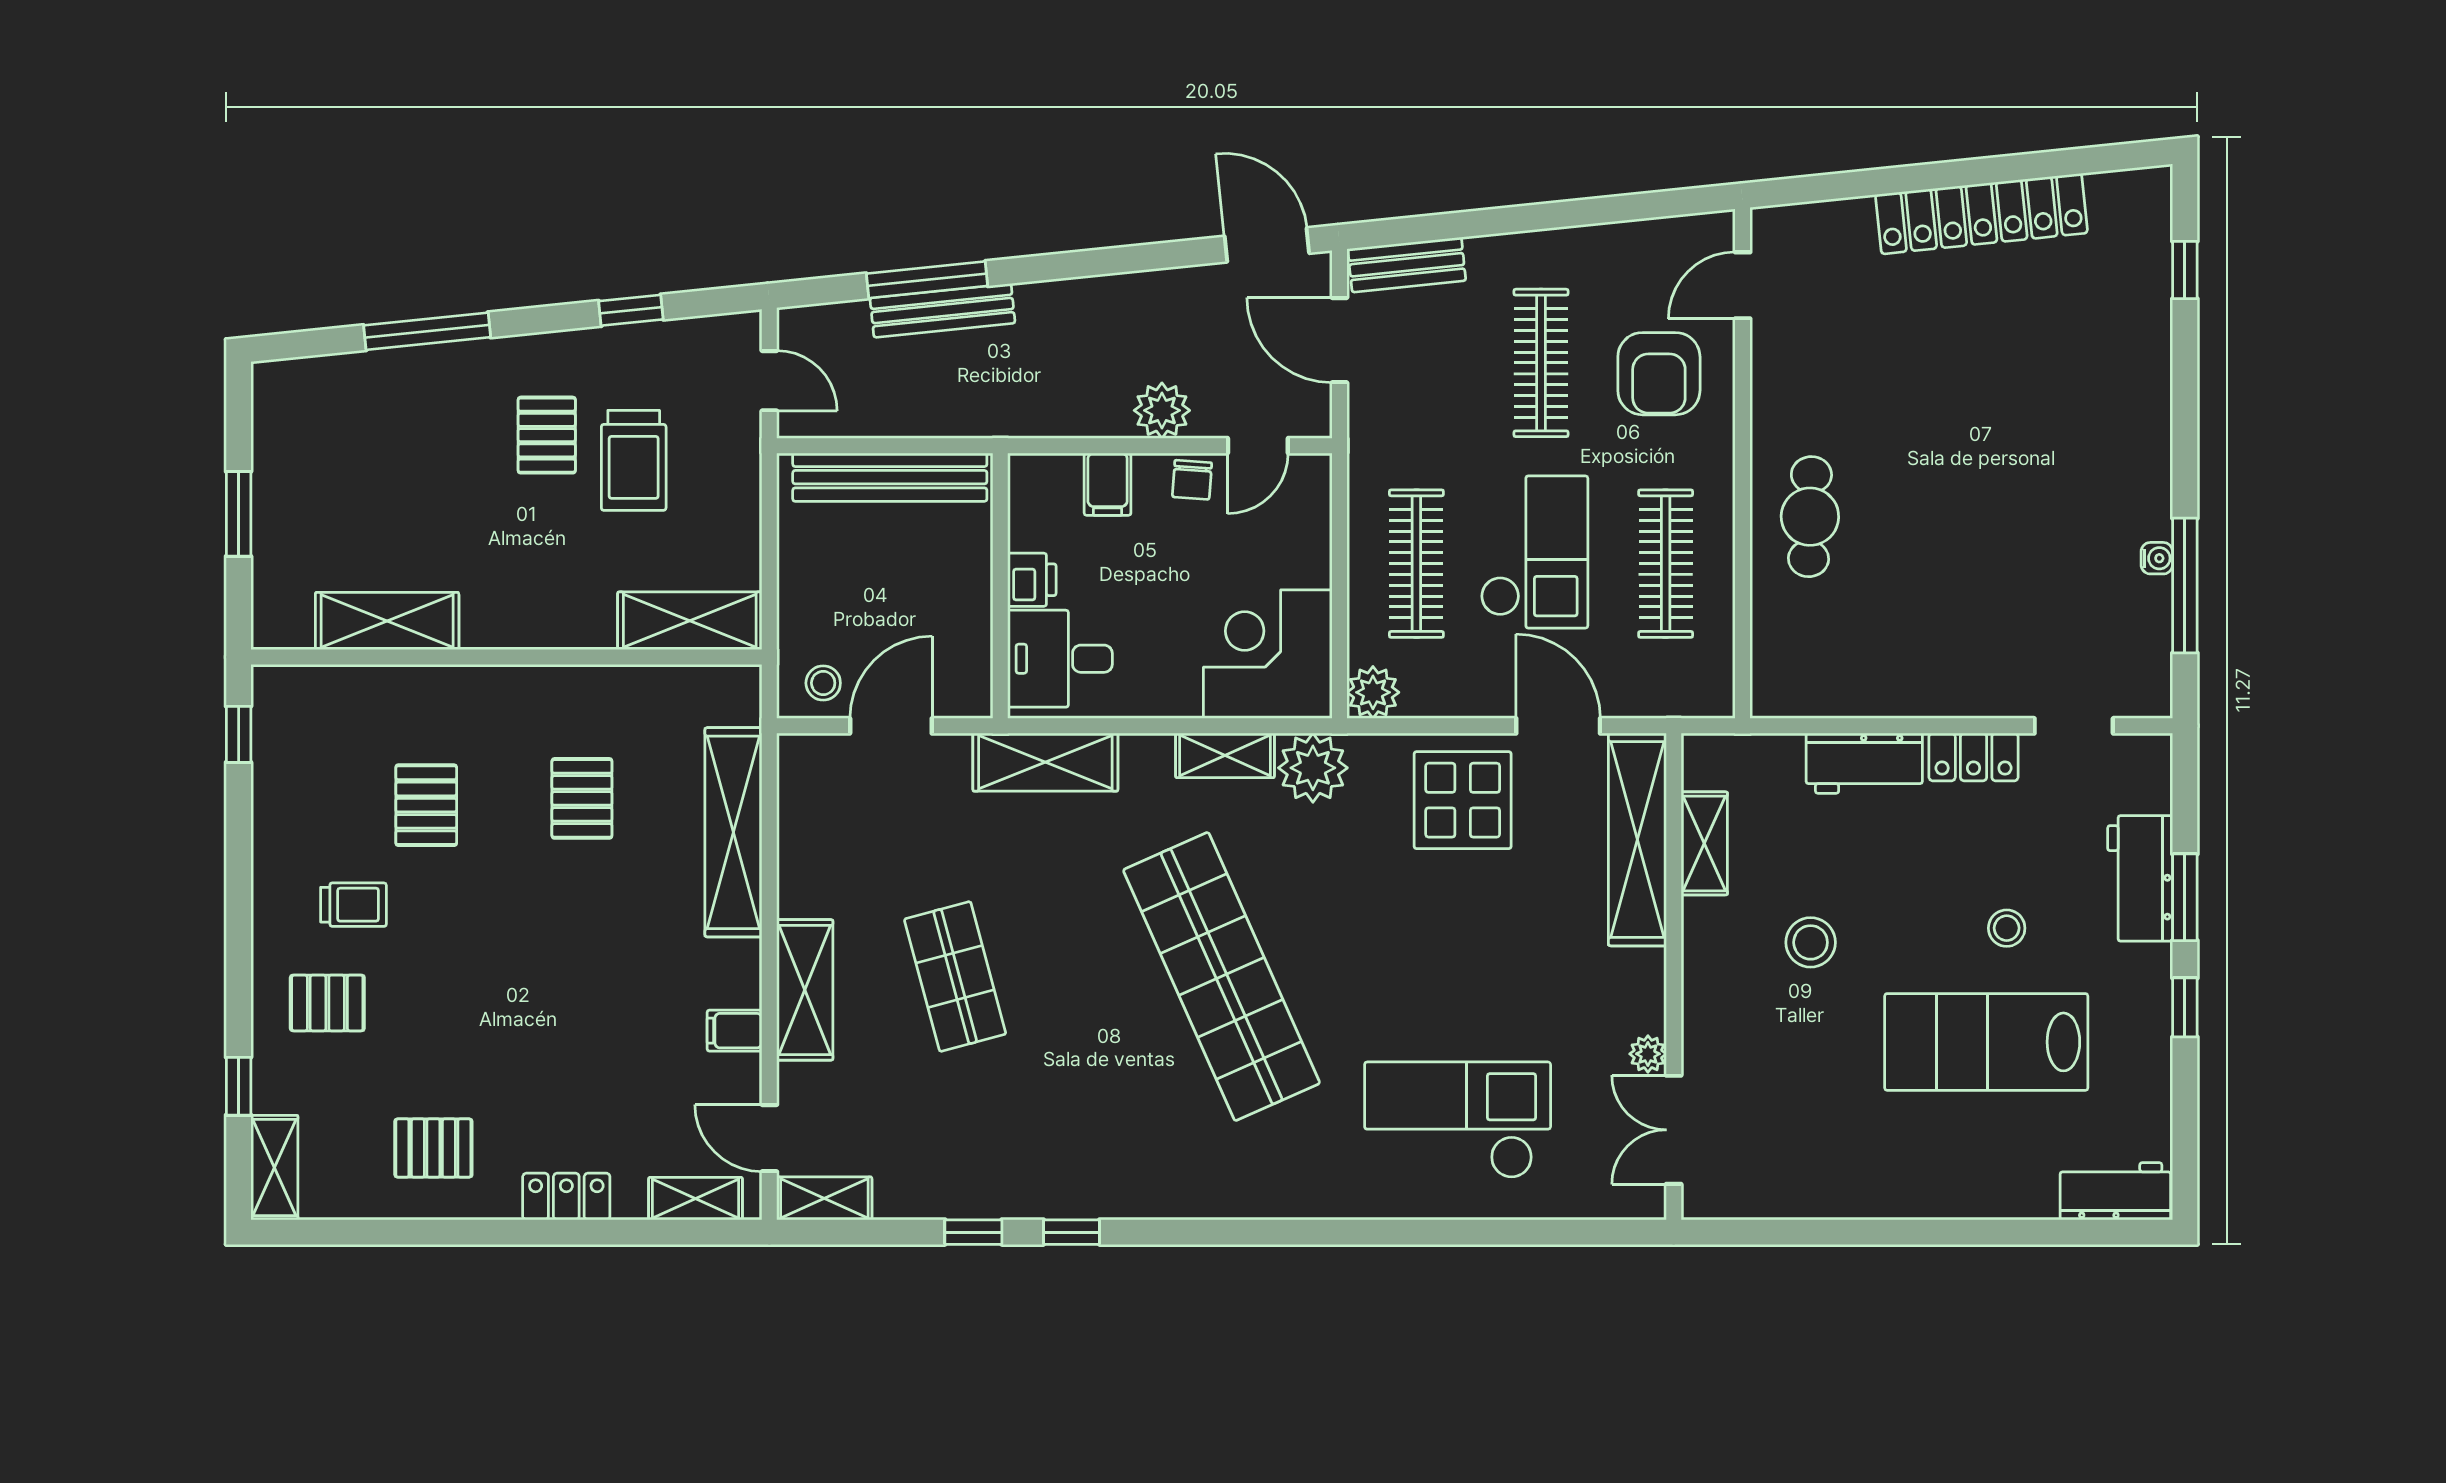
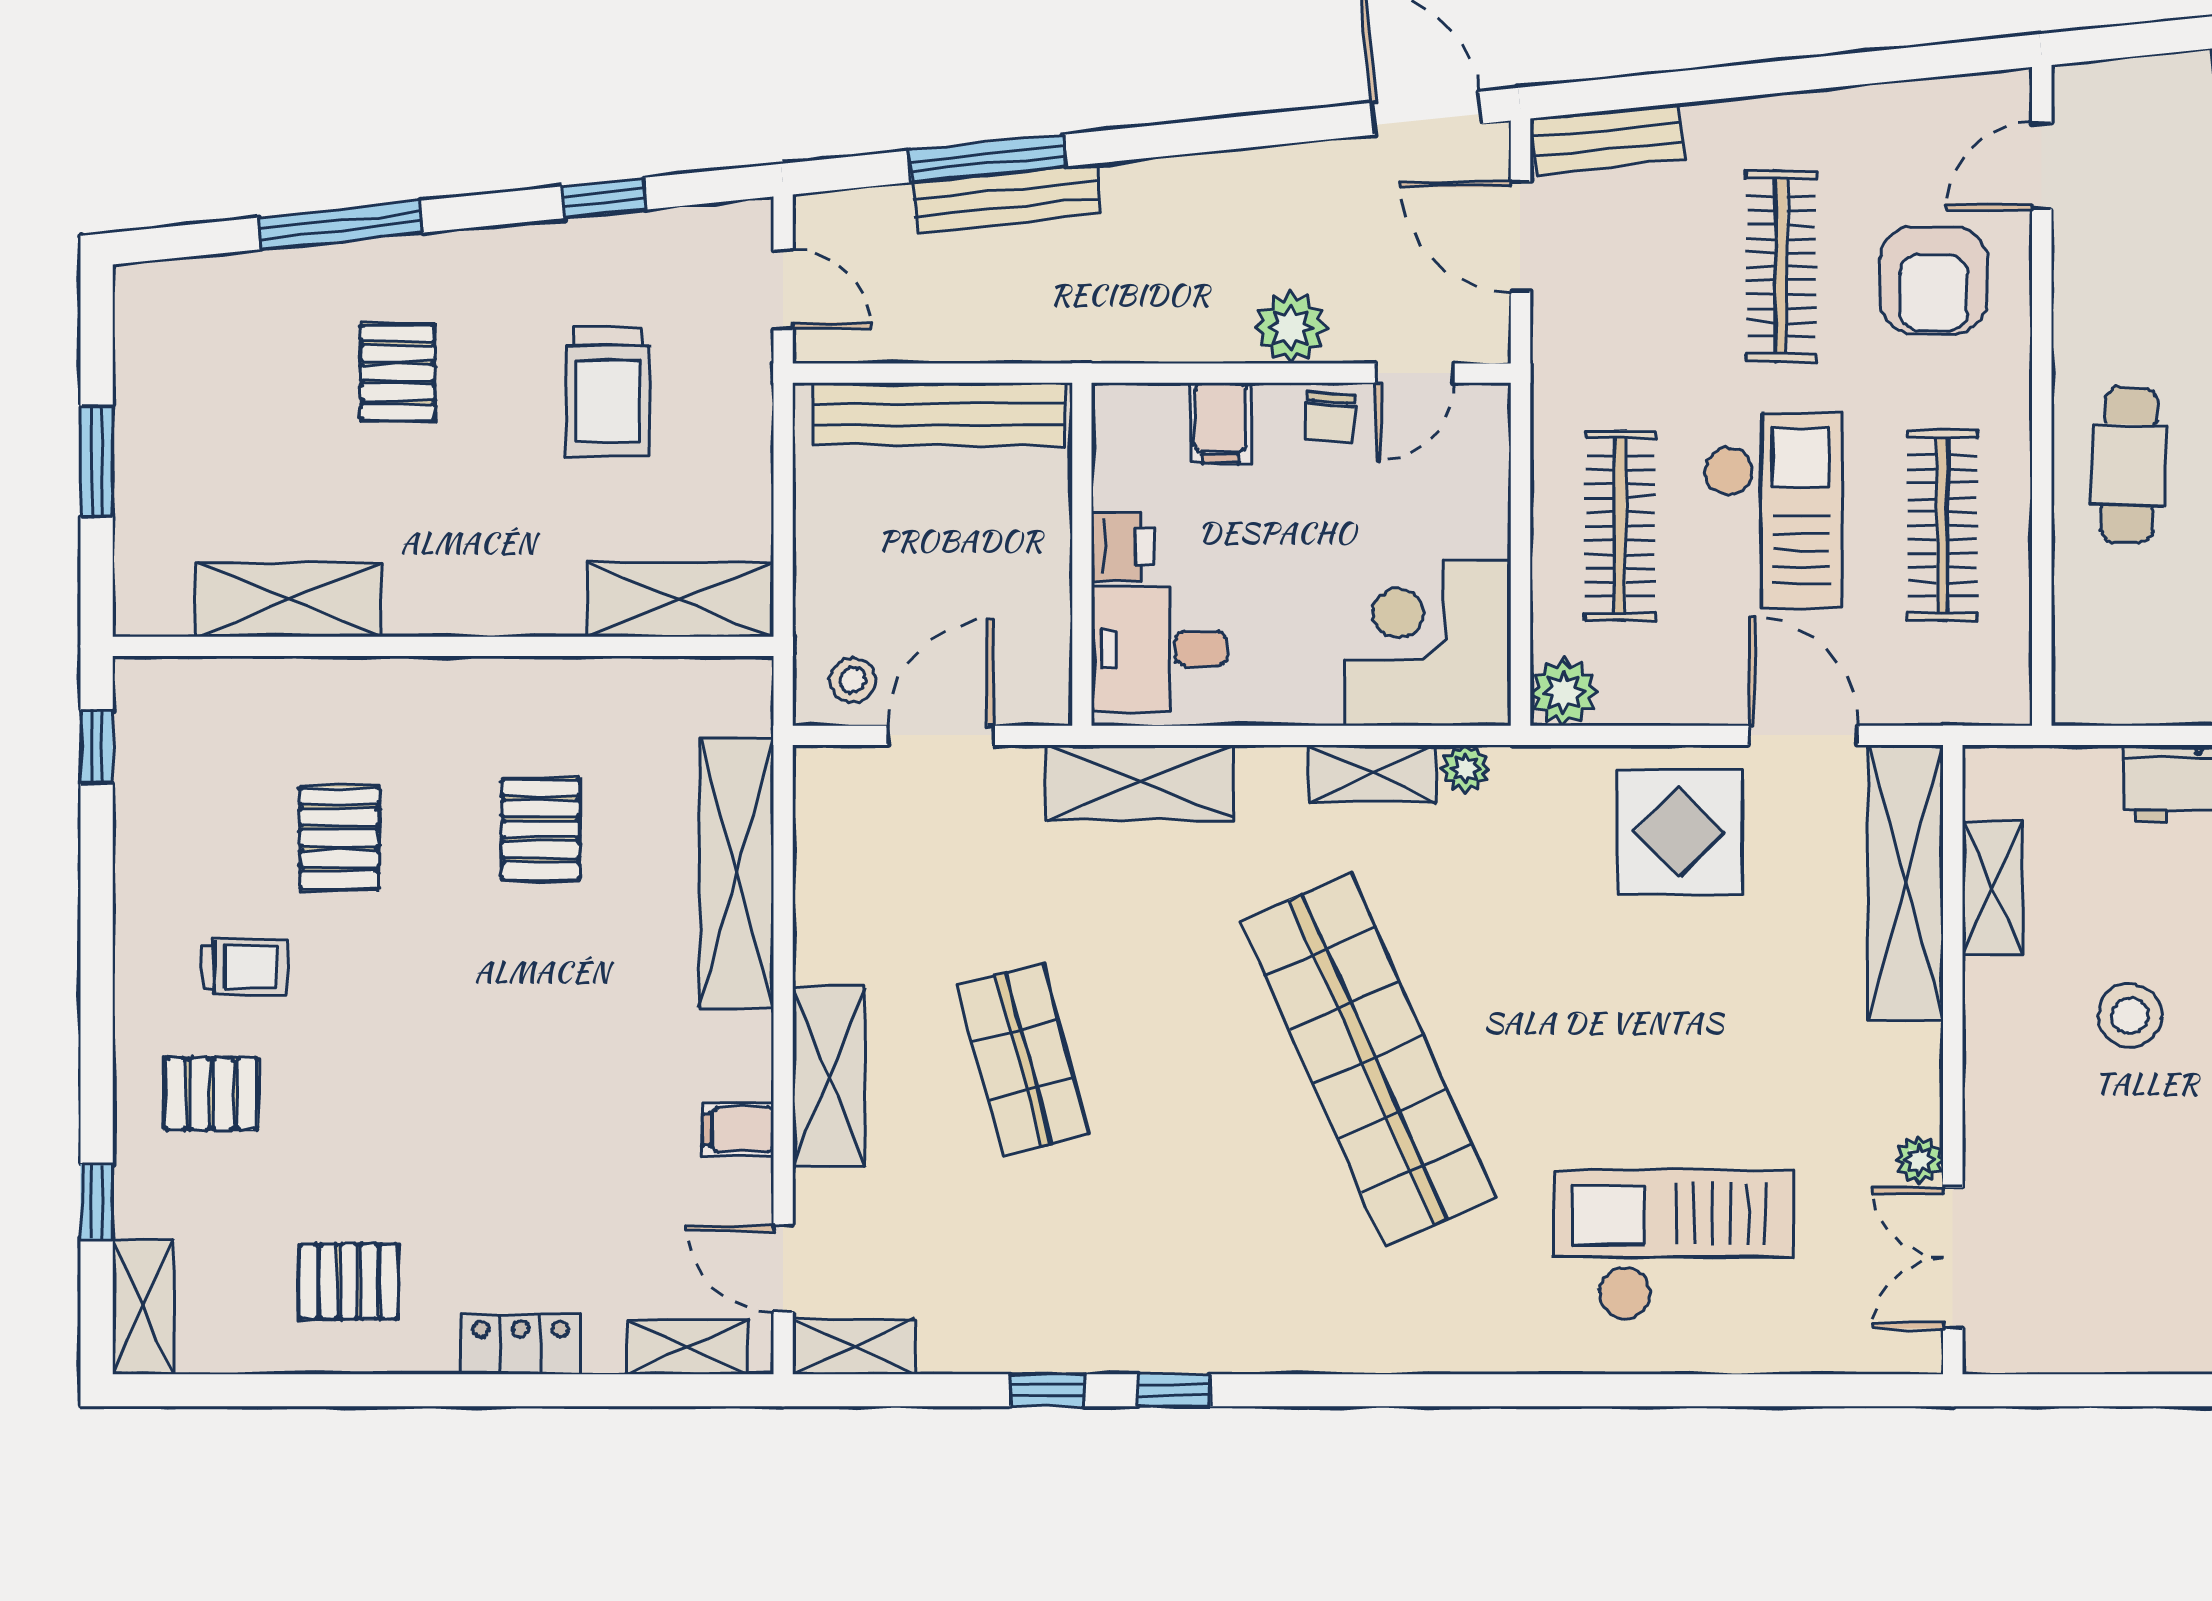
pallet: (547, 435) -> (398, 373), moved
plant: (1313, 768) -> (1465, 769), width x0.53, depth x0.53

